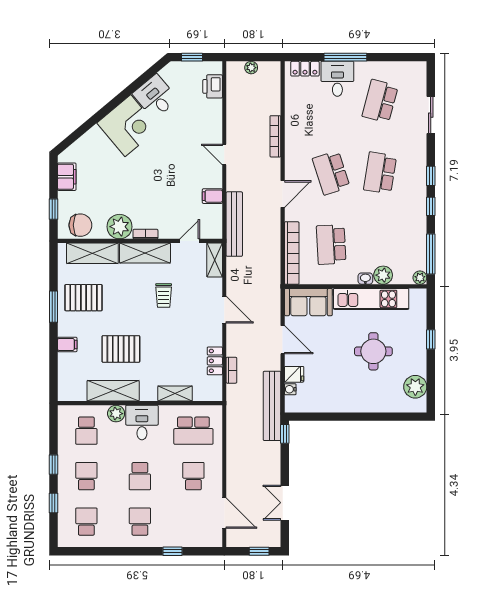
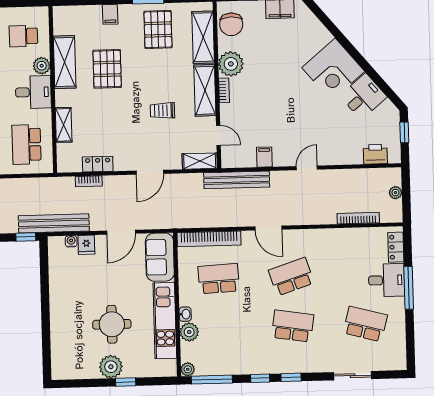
bookcase: (275, 136) -> (358, 218), moved
plant: (415, 387) -> (111, 367), moved

